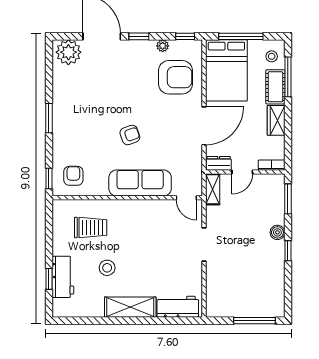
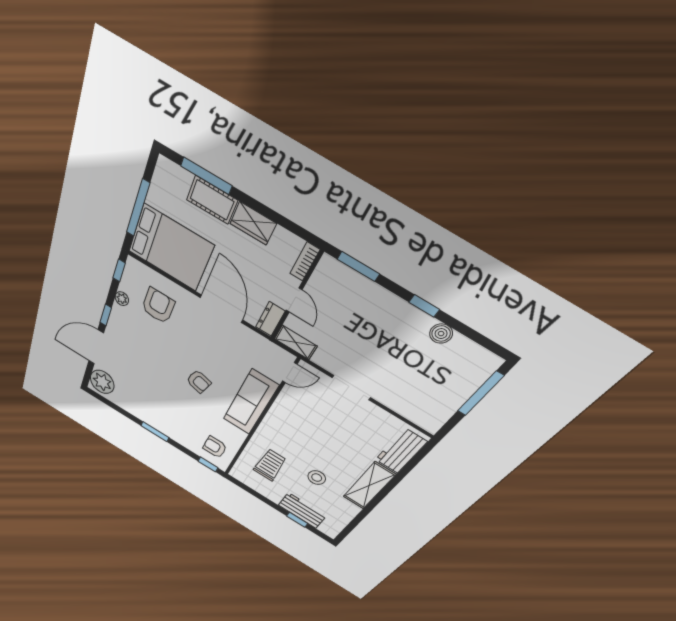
stool: (272, 56) -> (174, 183), removed
armchair: (175, 77) -> (158, 306), width x0.73, depth x0.73
armchair: (130, 135) -> (199, 382), turned 124
boiler: (277, 232) -> (441, 334), moved

